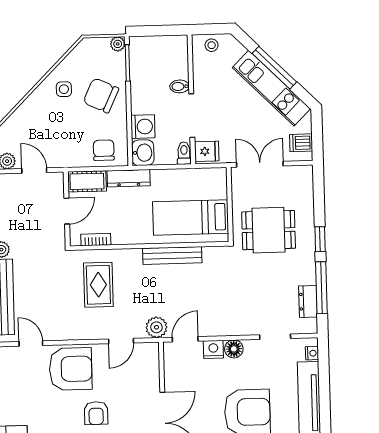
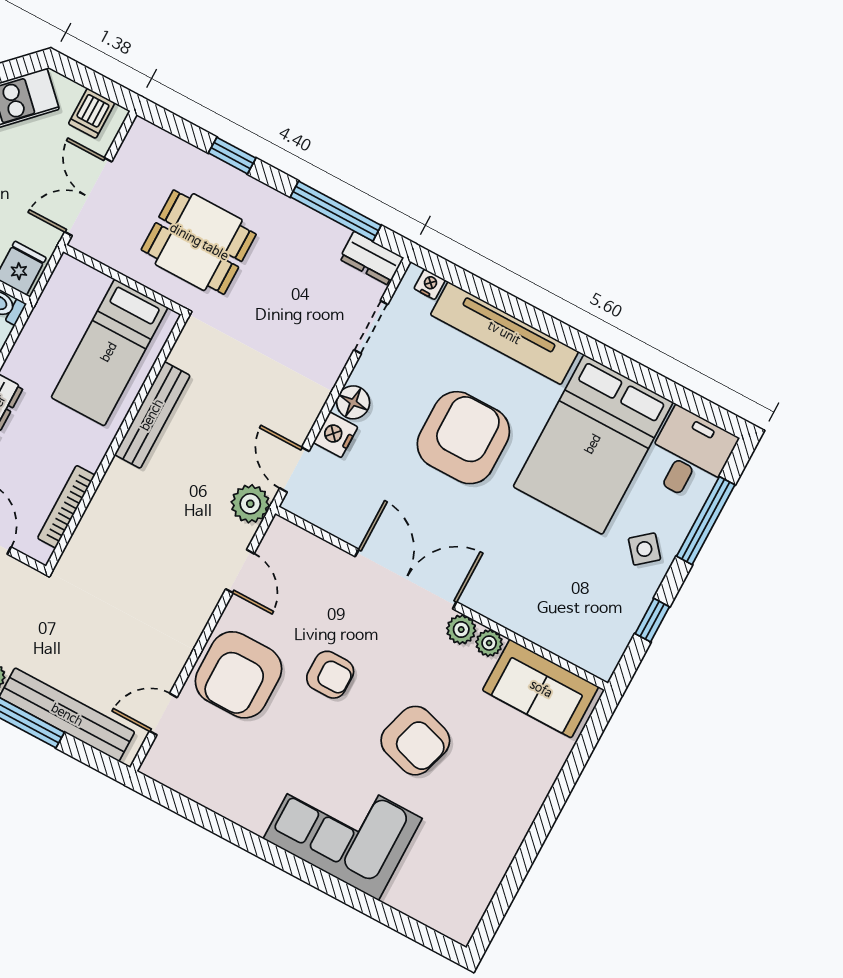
dining table: (269, 230) -> (199, 242), turned 90
window: (320, 239) -> (232, 156), moved
bookcase: (96, 240) -> (66, 507), width x1.56
rug: (98, 285) -> (132, 556), removed
dresser: (308, 301) -> (371, 258), moved
armchair: (71, 369) -> (238, 675), turned 180

